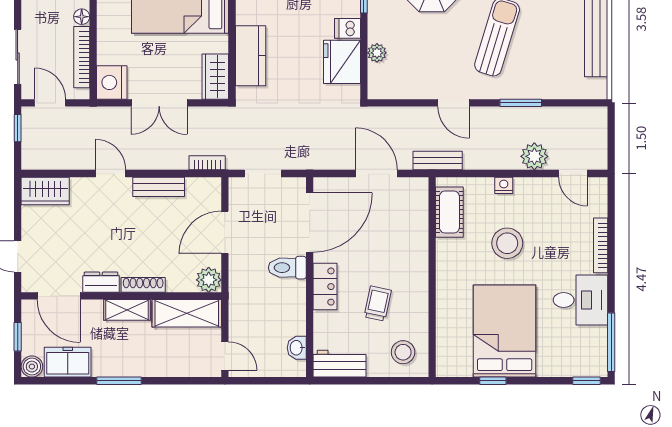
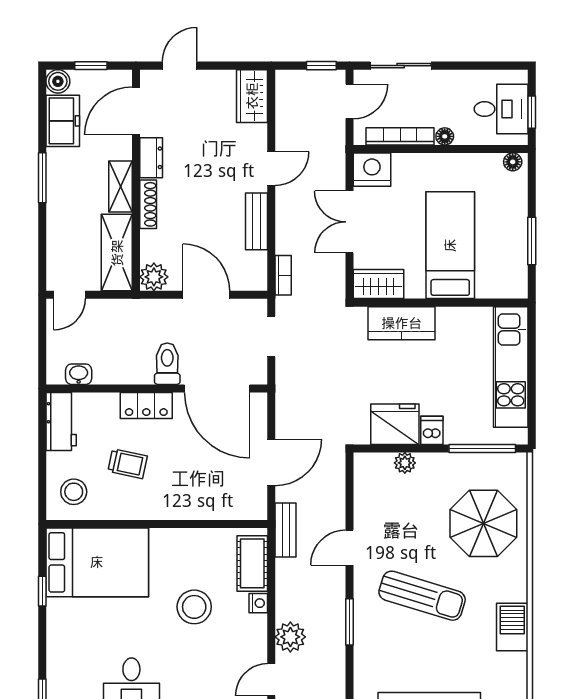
cot: (449, 212) -> (252, 563), moved, turned 90
bed: (505, 331) -> (97, 562), moved

